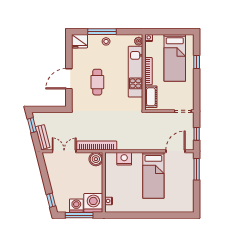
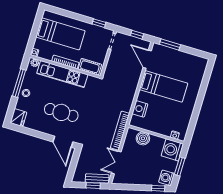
window: (102, 32) -> (19, 83), moved
window: (197, 62) -> (99, 23), moved
door: (69, 79) -> (63, 142), moved
cafe table: (97, 82) -> (61, 112), width x1.37, depth x1.35
window: (32, 125) -> (93, 186), moved
boiler: (96, 159) -> (143, 138), moved
washing machine: (76, 206) -> (167, 178), moved
window: (79, 215) -> (180, 166), width x0.69

